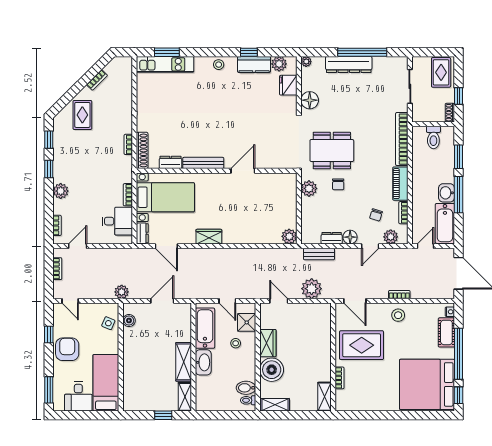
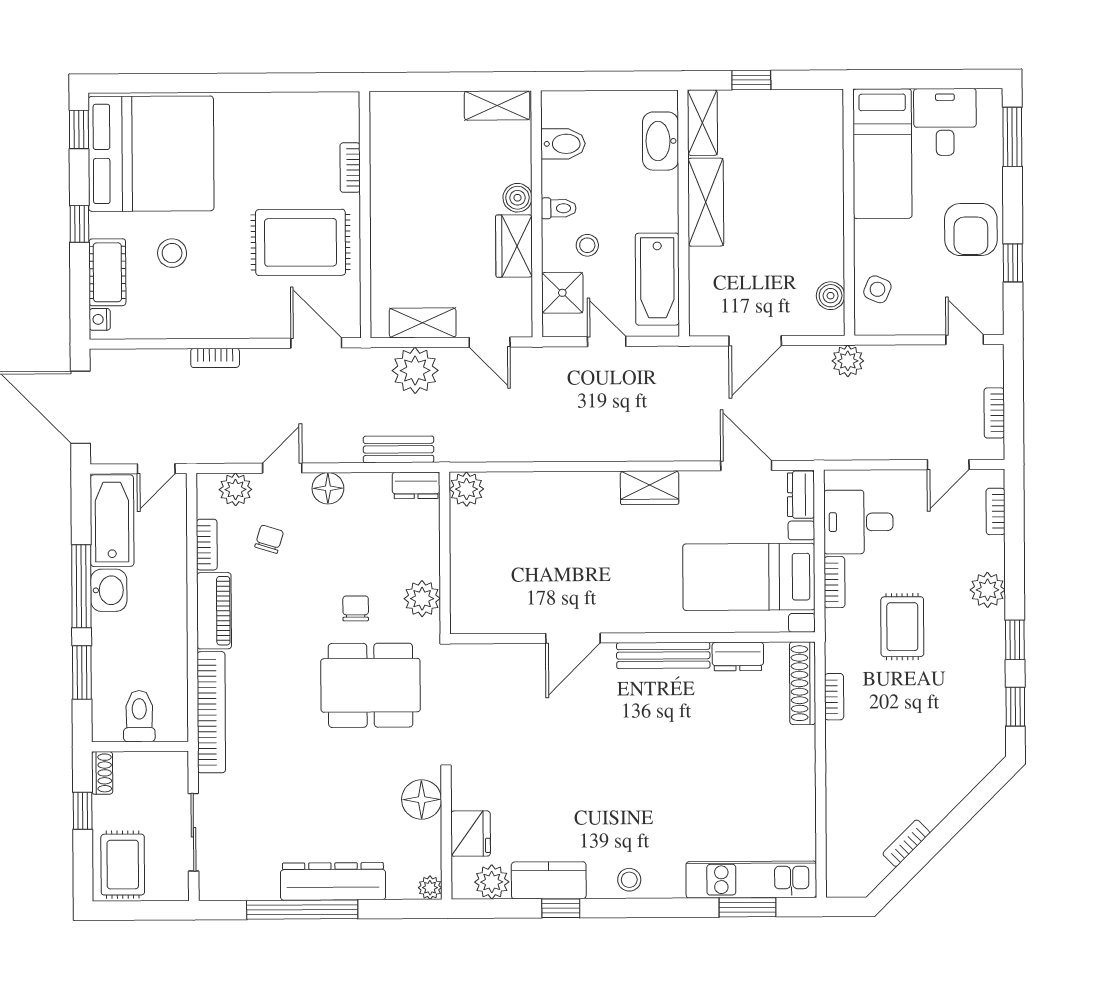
rug: (82, 115) -> (902, 627), moved
dresser: (332, 238) -> (416, 485), moved
stool: (398, 315) -> (172, 253), moved
window: (459, 354) -> (79, 224), width x0.32
washbasin: (203, 362) -> (660, 141), moved
boiler: (272, 370) -> (517, 198), width x0.54, depth x0.54
shelving: (325, 397) -> (423, 323), moved, turned 90
toilet: (248, 400) -> (559, 208), moved

